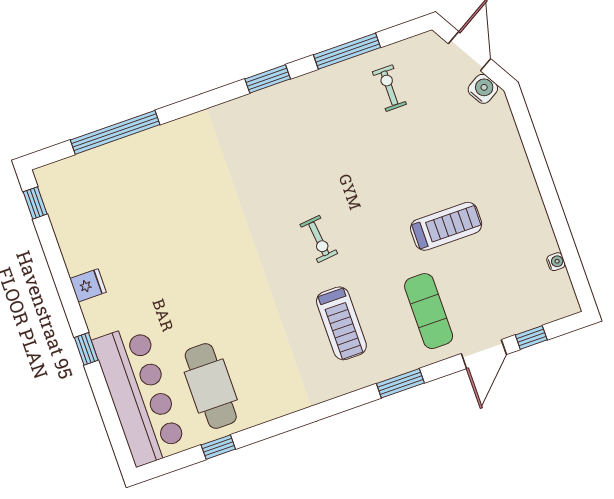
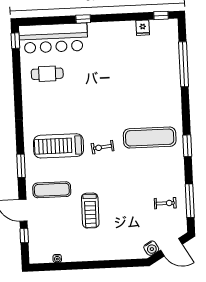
window: (347, 51) -> (190, 201), moved
exercise mat: (274, 155) -> (150, 138), added
fridge: (88, 285) -> (143, 28), moved
treadmill: (341, 323) -> (59, 146), width x1.37, depth x1.38
cafe table: (211, 386) -> (47, 74), width x0.73, depth x0.74
window: (218, 447) -> (15, 41), moved

